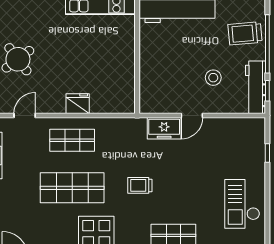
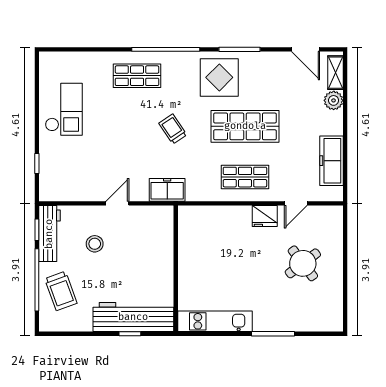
trolley: (245, 33) -> (61, 291), turned 75
fridge: (78, 104) -> (265, 216), moved
freezer: (164, 128) -> (167, 190), moved
trolley: (140, 185) -> (173, 129), turned -124

